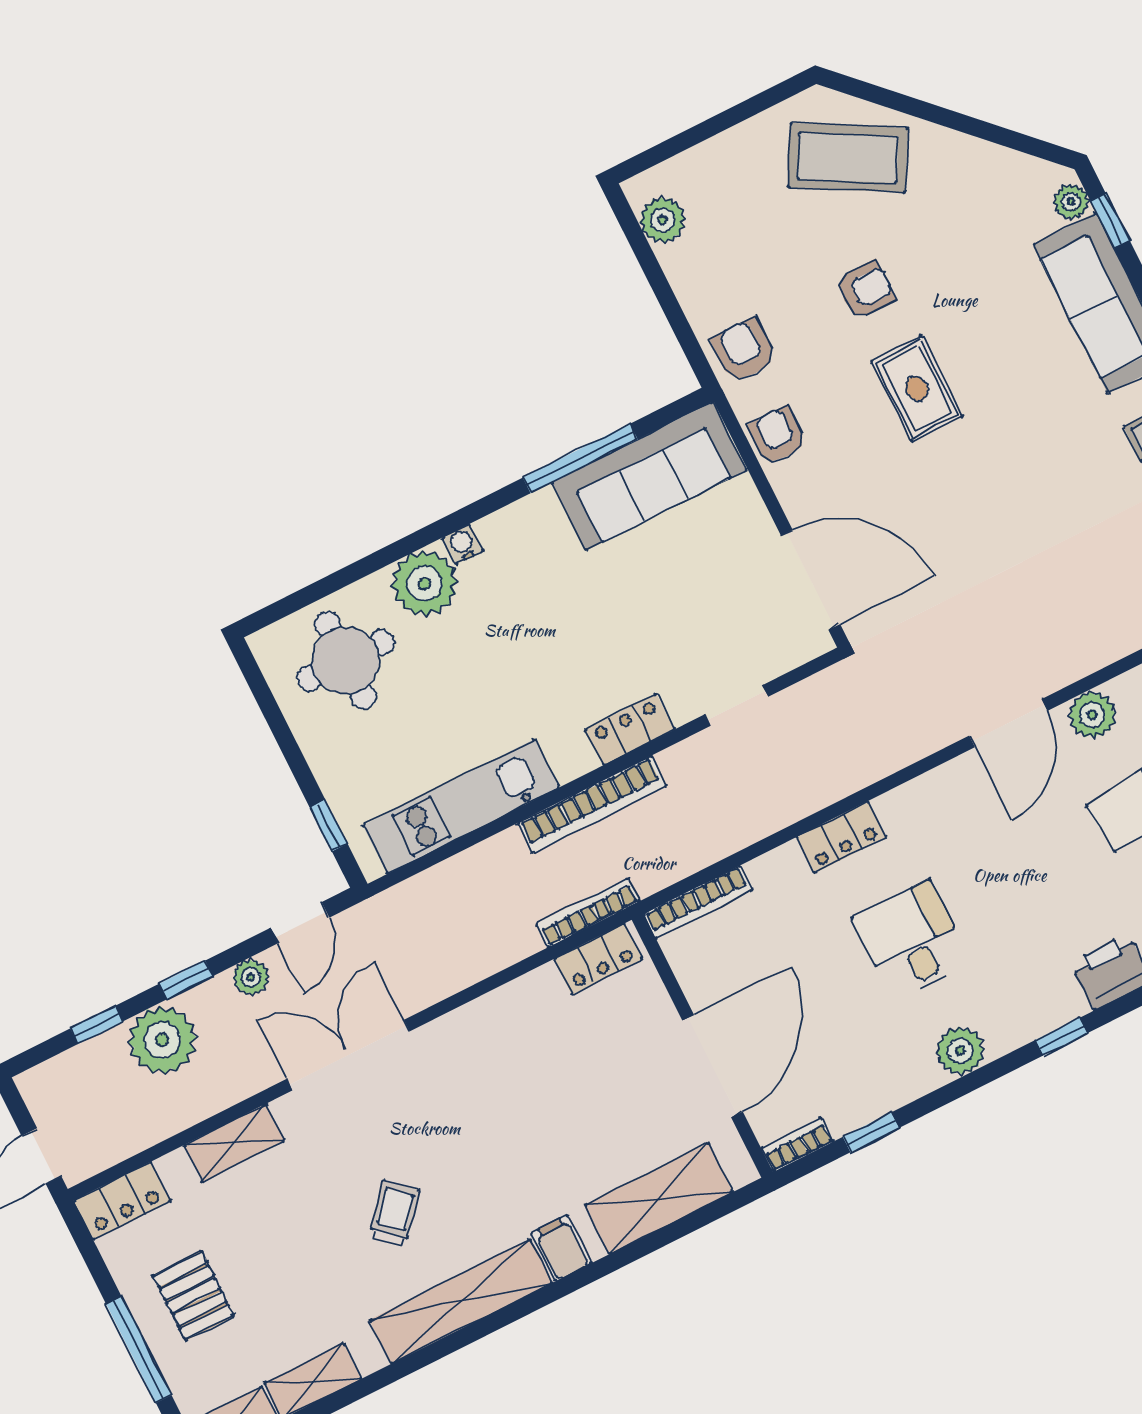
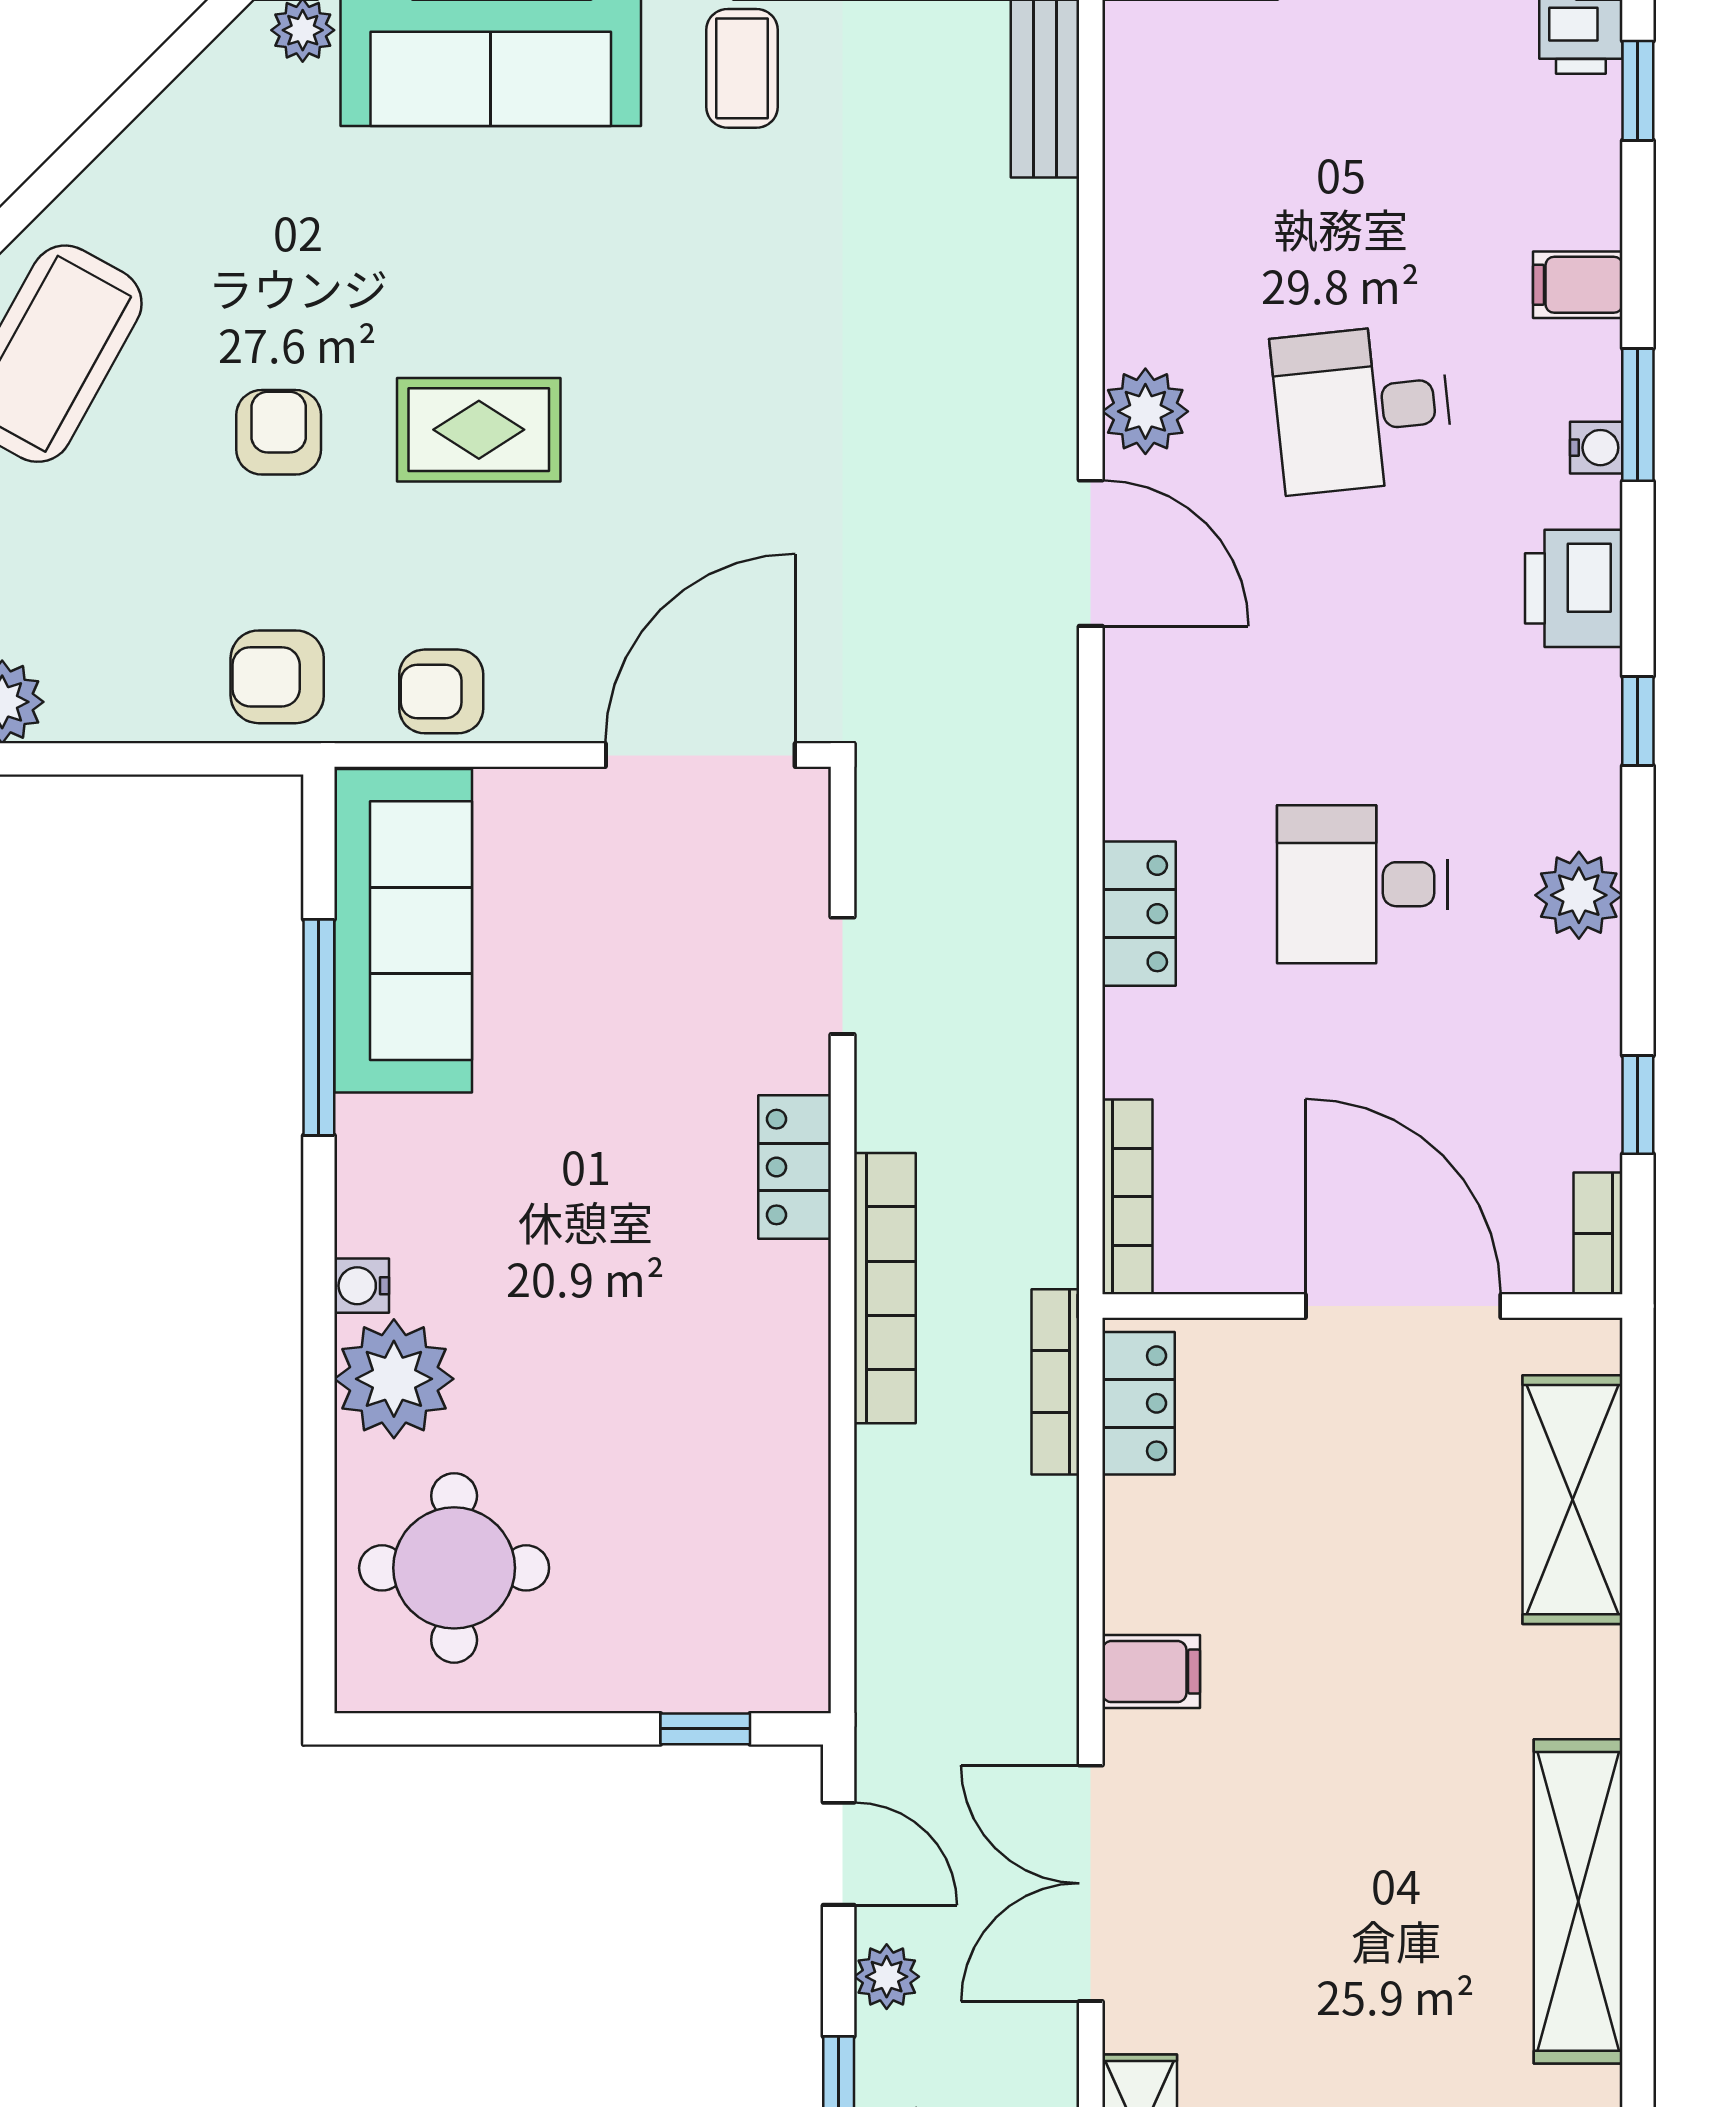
kitchen unit: (461, 806) -> (782, 1500), removed
trolley: (394, 1213) -> (1382, 1937), removed
filing cabinet: (561, 1248) -> (1151, 1672), moved, turned 180

